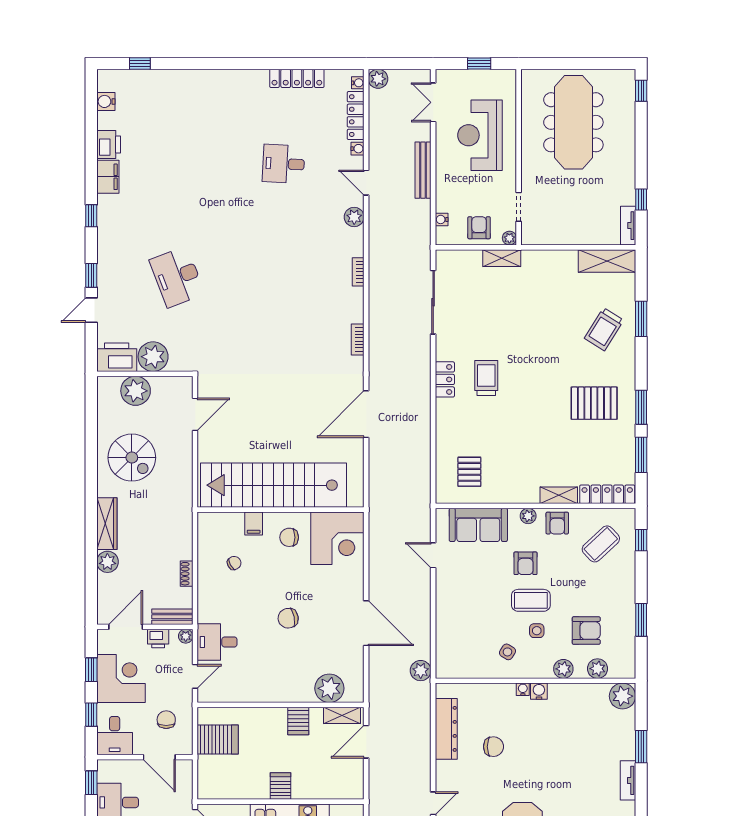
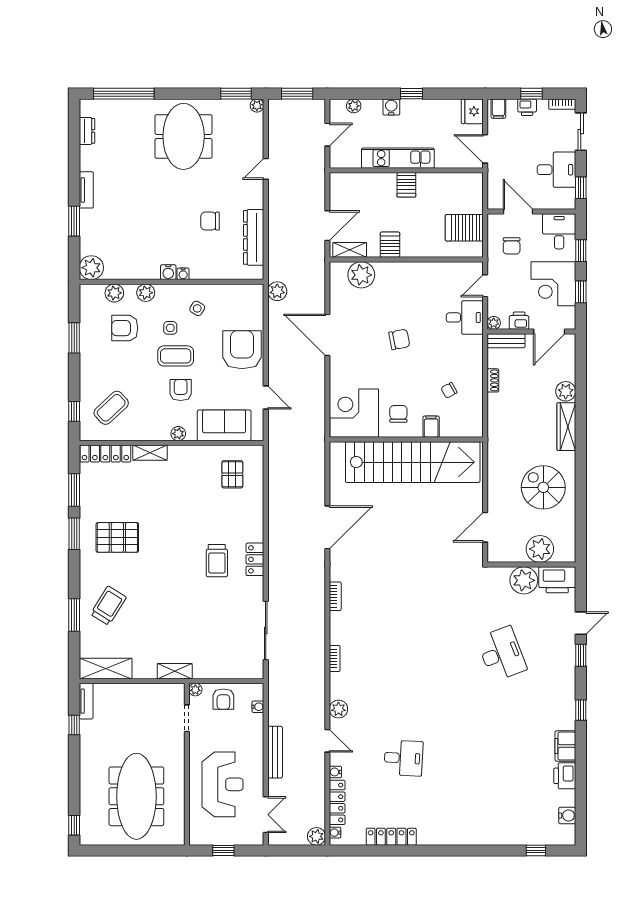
shelving: (502, 258) -> (175, 671), moved
armchair: (557, 523) -> (242, 350), moved, width x1.88, depth x1.88
chair: (289, 537) -> (398, 414), turned -90

